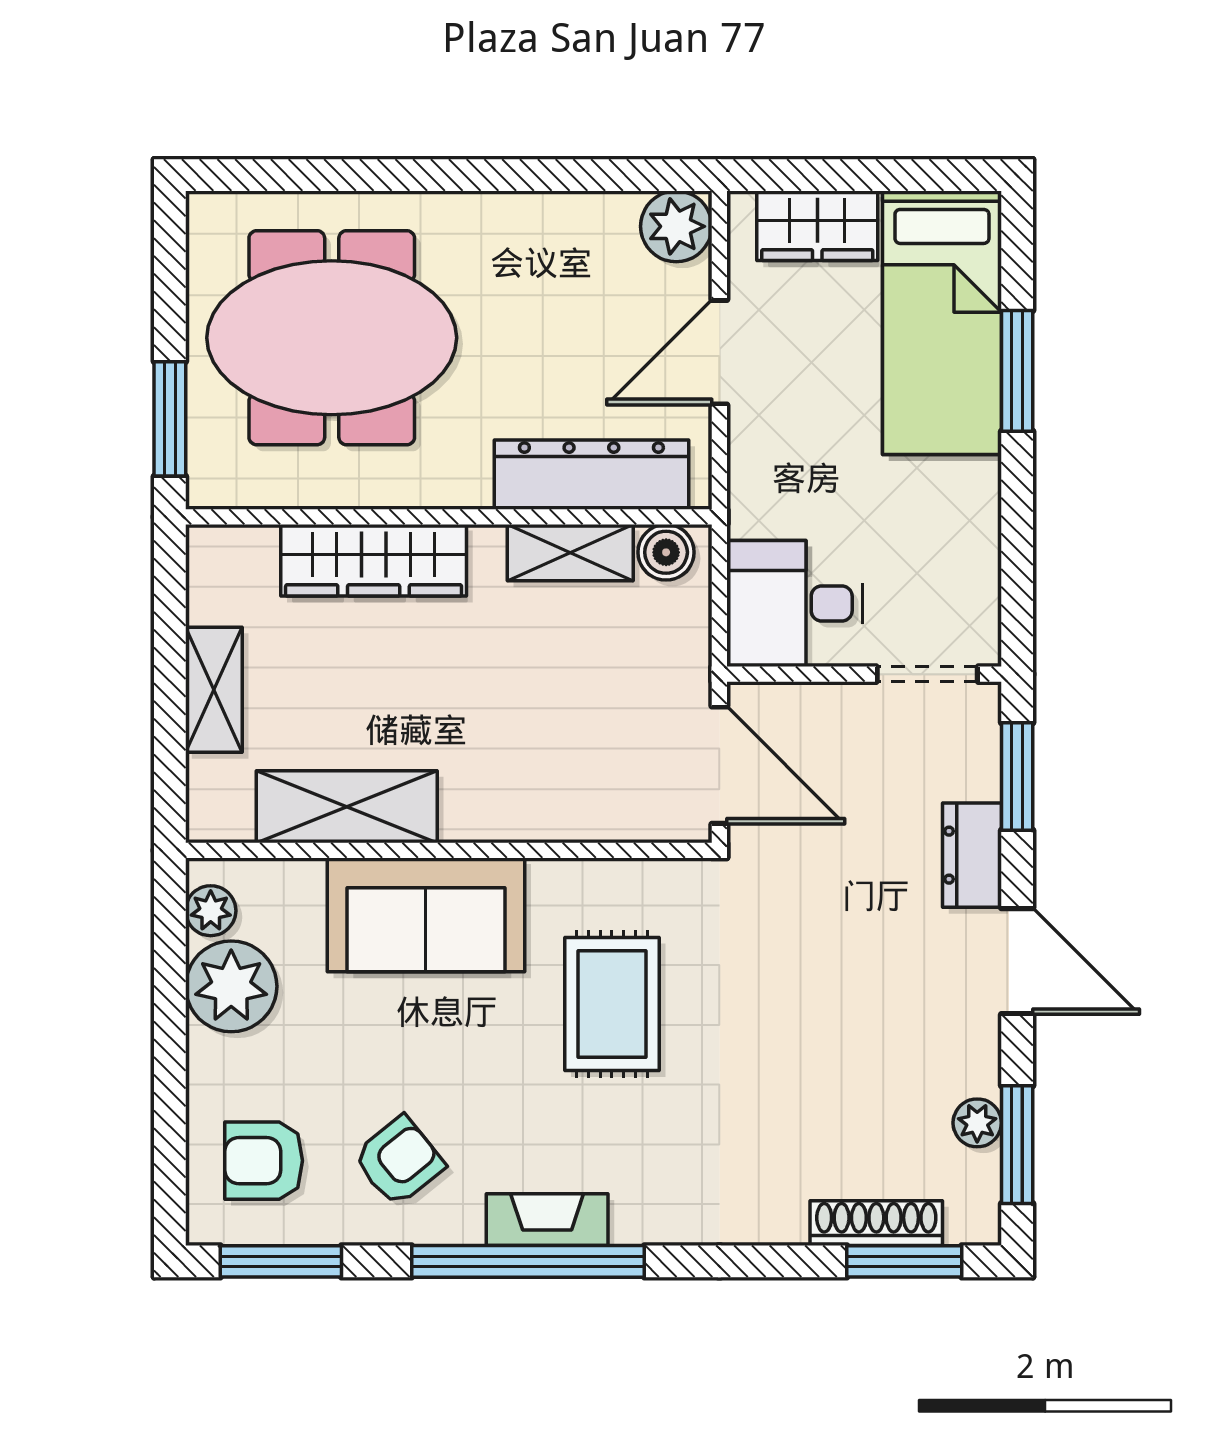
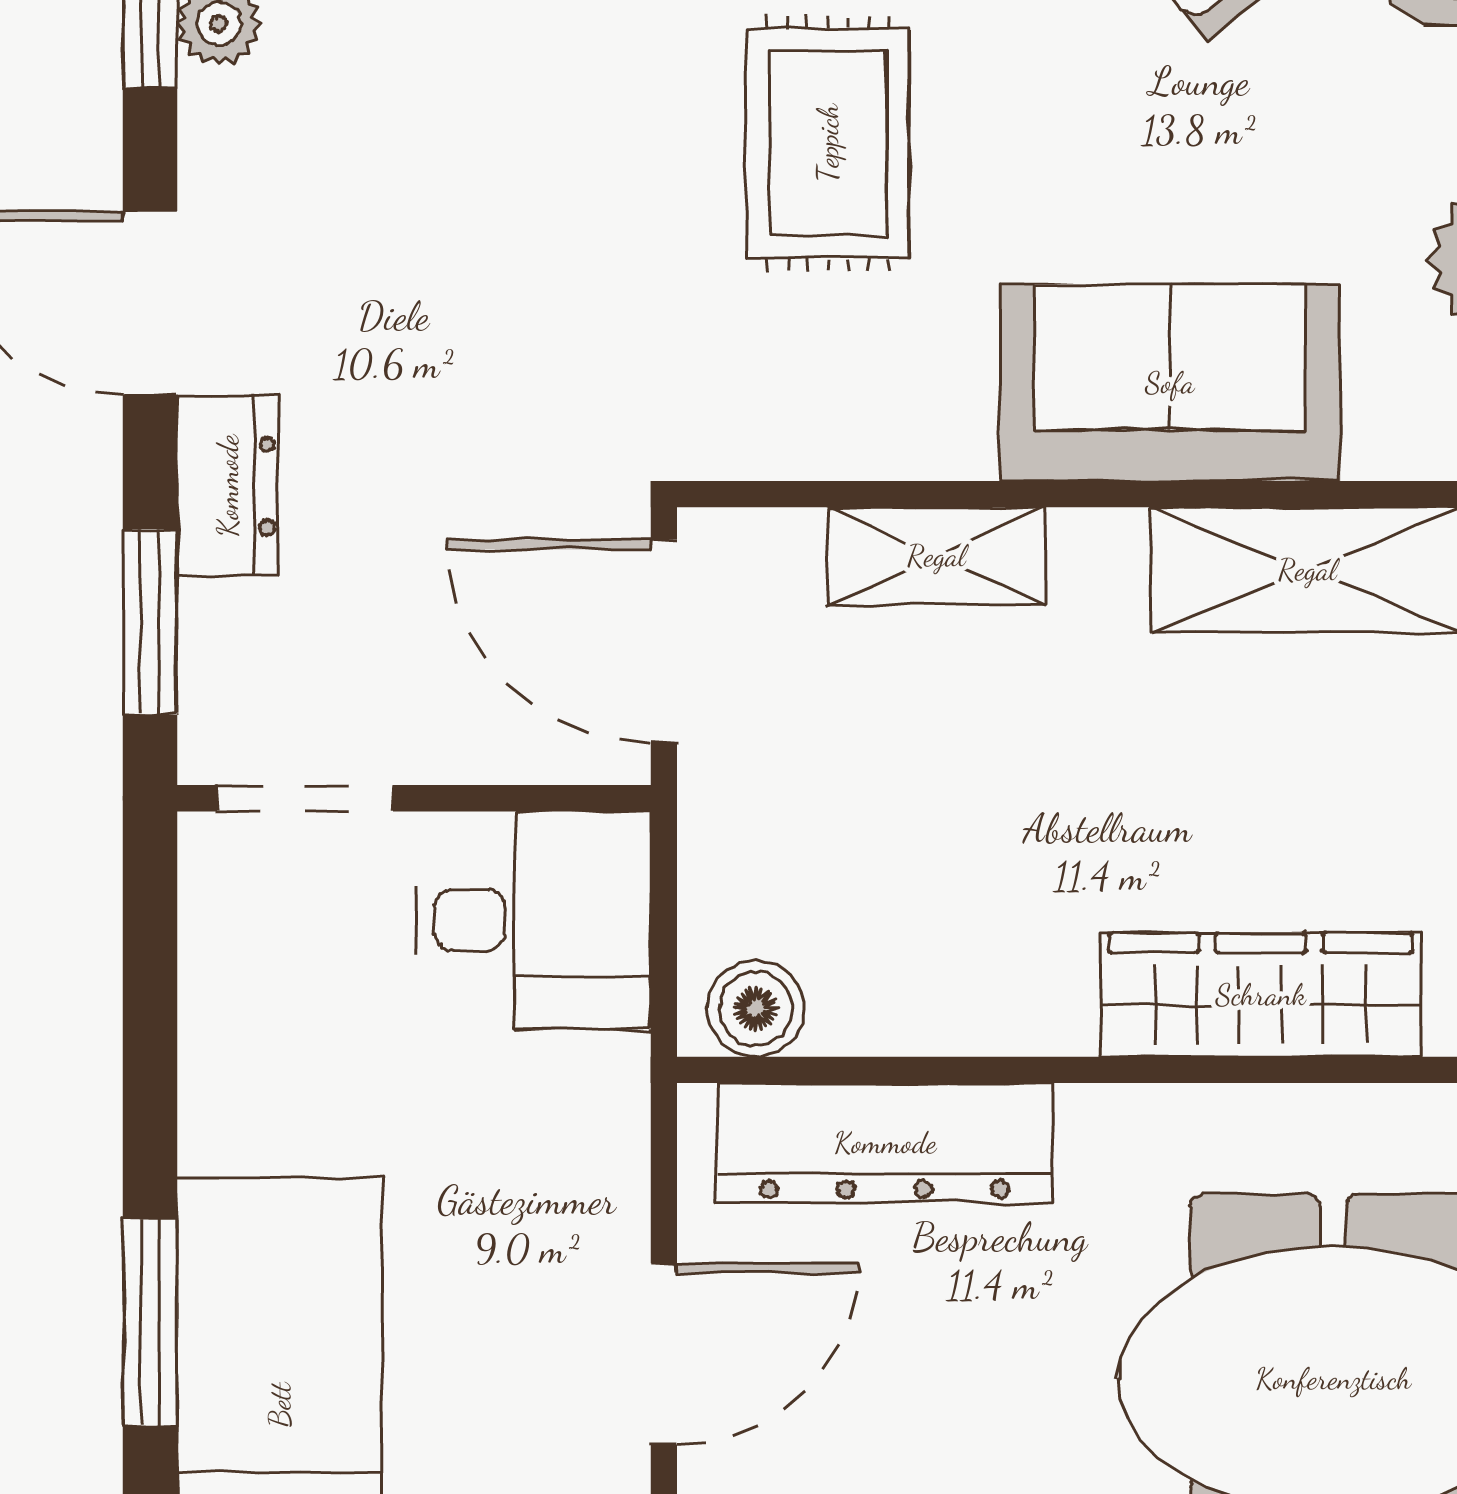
shelving: (570, 553) -> (936, 556), moved
rug: (612, 1004) -> (828, 143), moved

